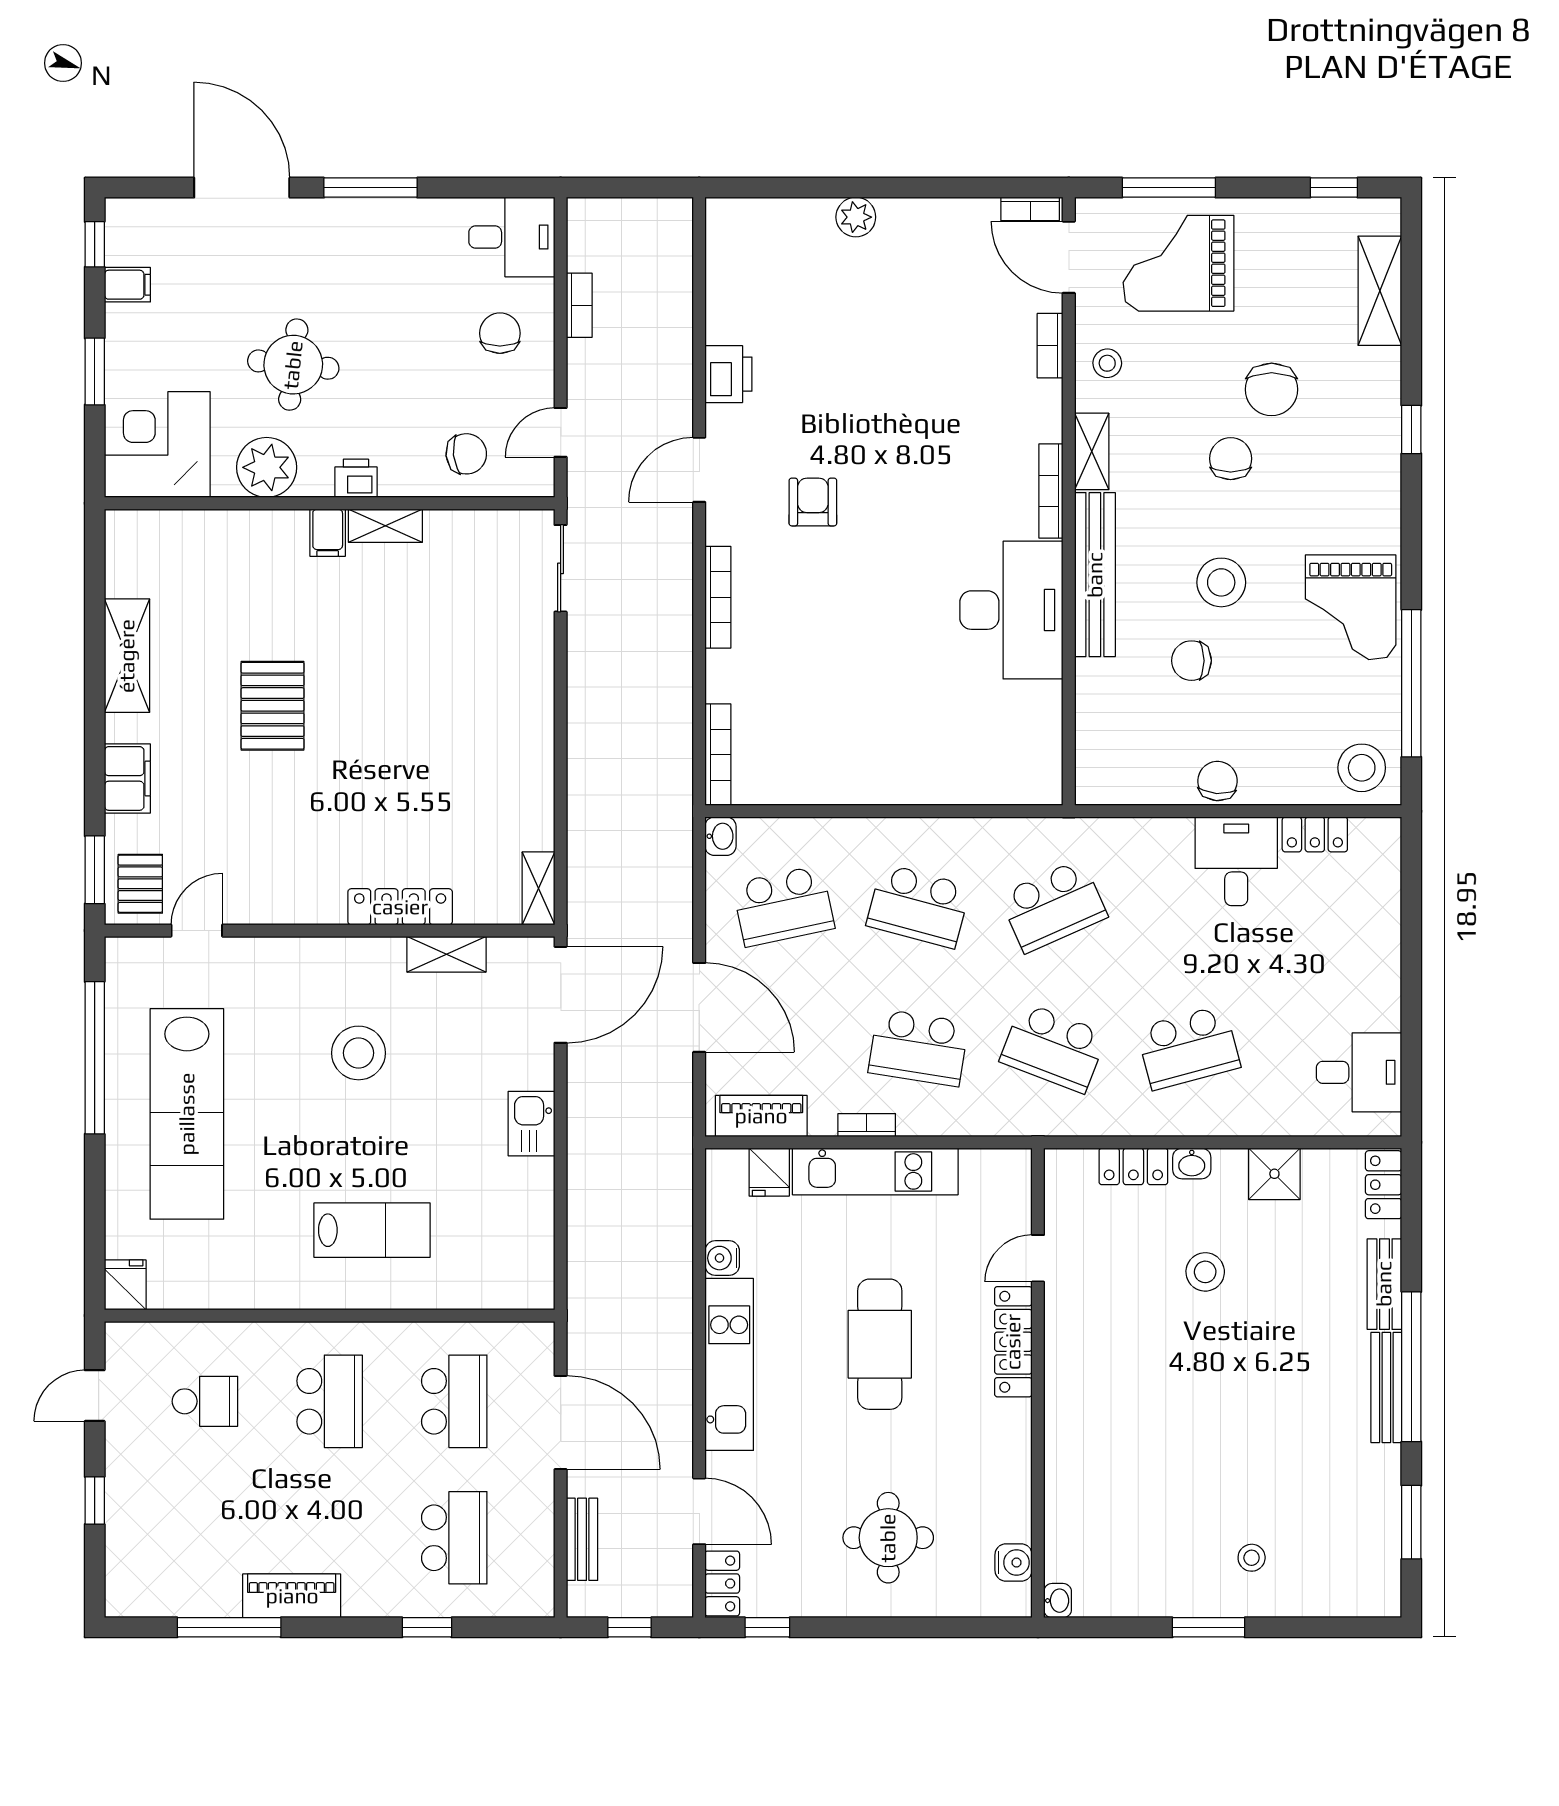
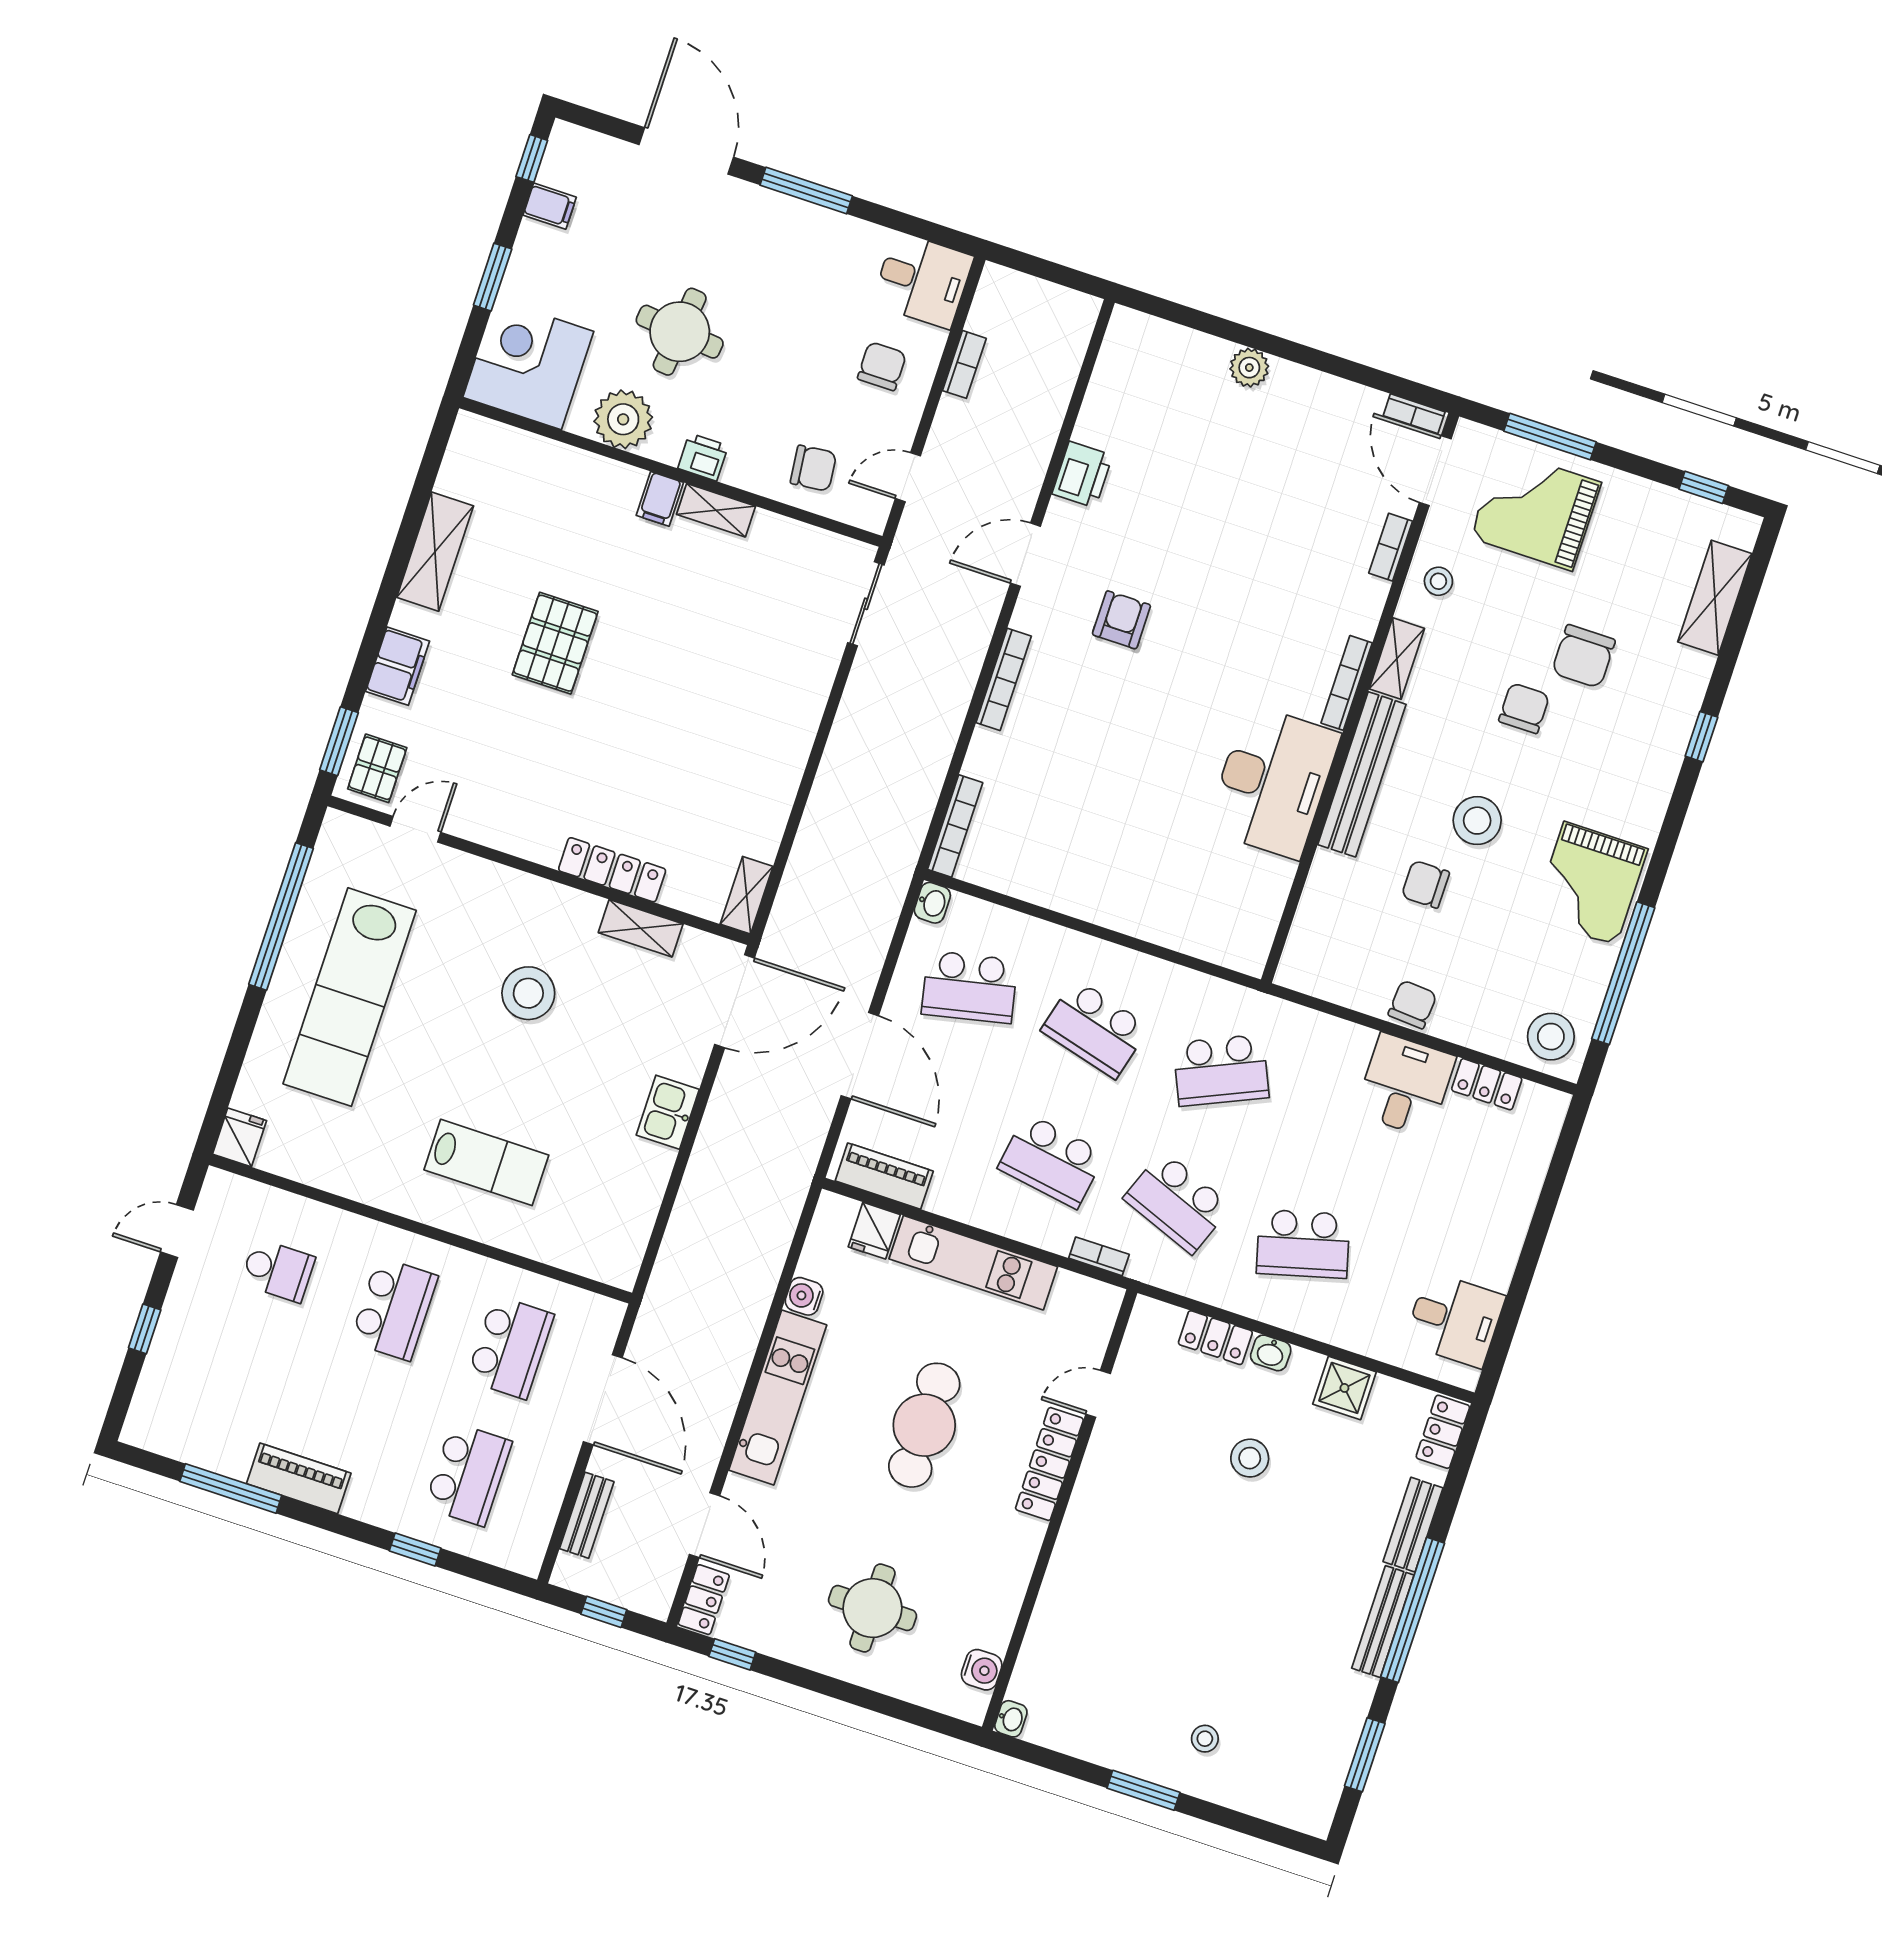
bookcase: (867, 1125) -> (1099, 1256), moved

